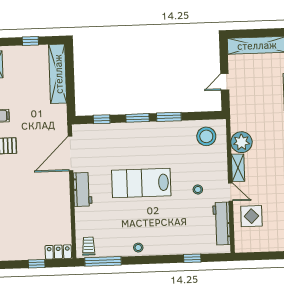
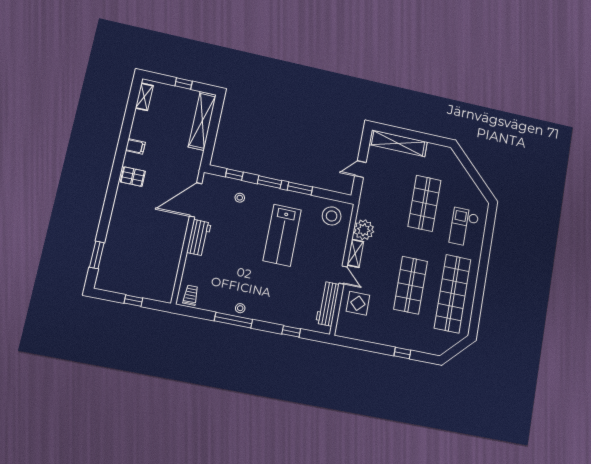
lab bench: (141, 183) -> (282, 235), moved, turned -90
stool: (198, 189) -> (240, 198), moved
locker: (58, 252) -> (159, 294), removed
window: (103, 261) -> (233, 320), moved

